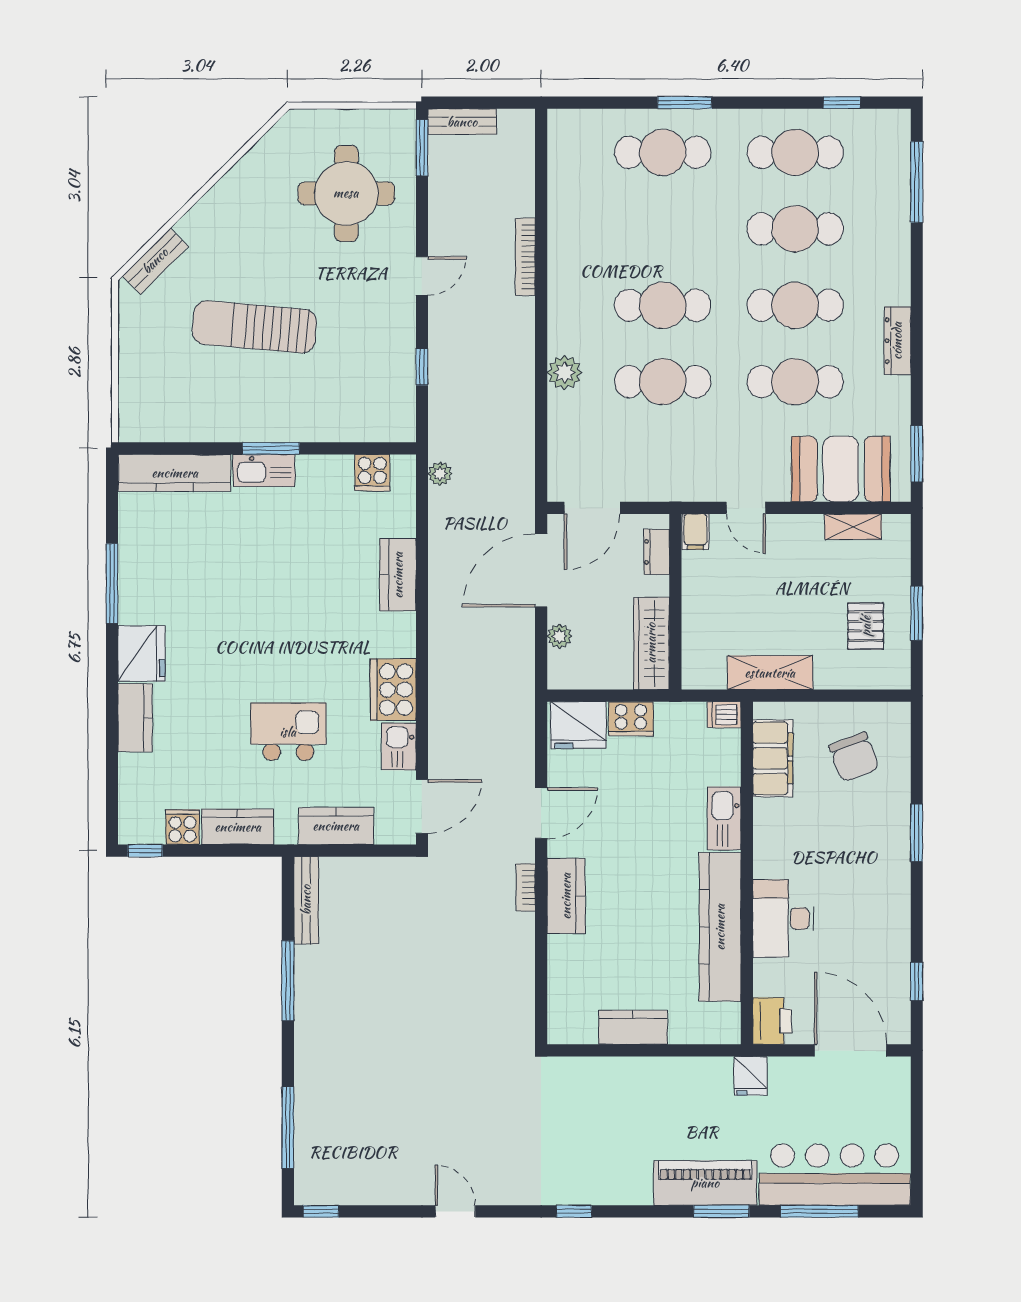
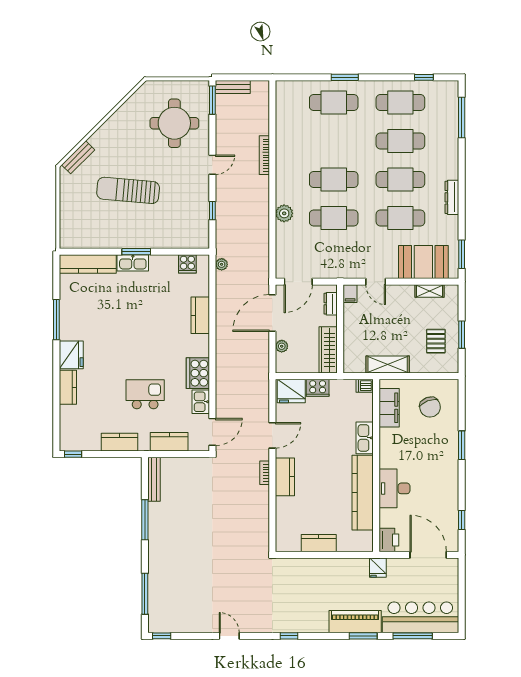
cooker: (183, 827) -> (92, 442), removed

